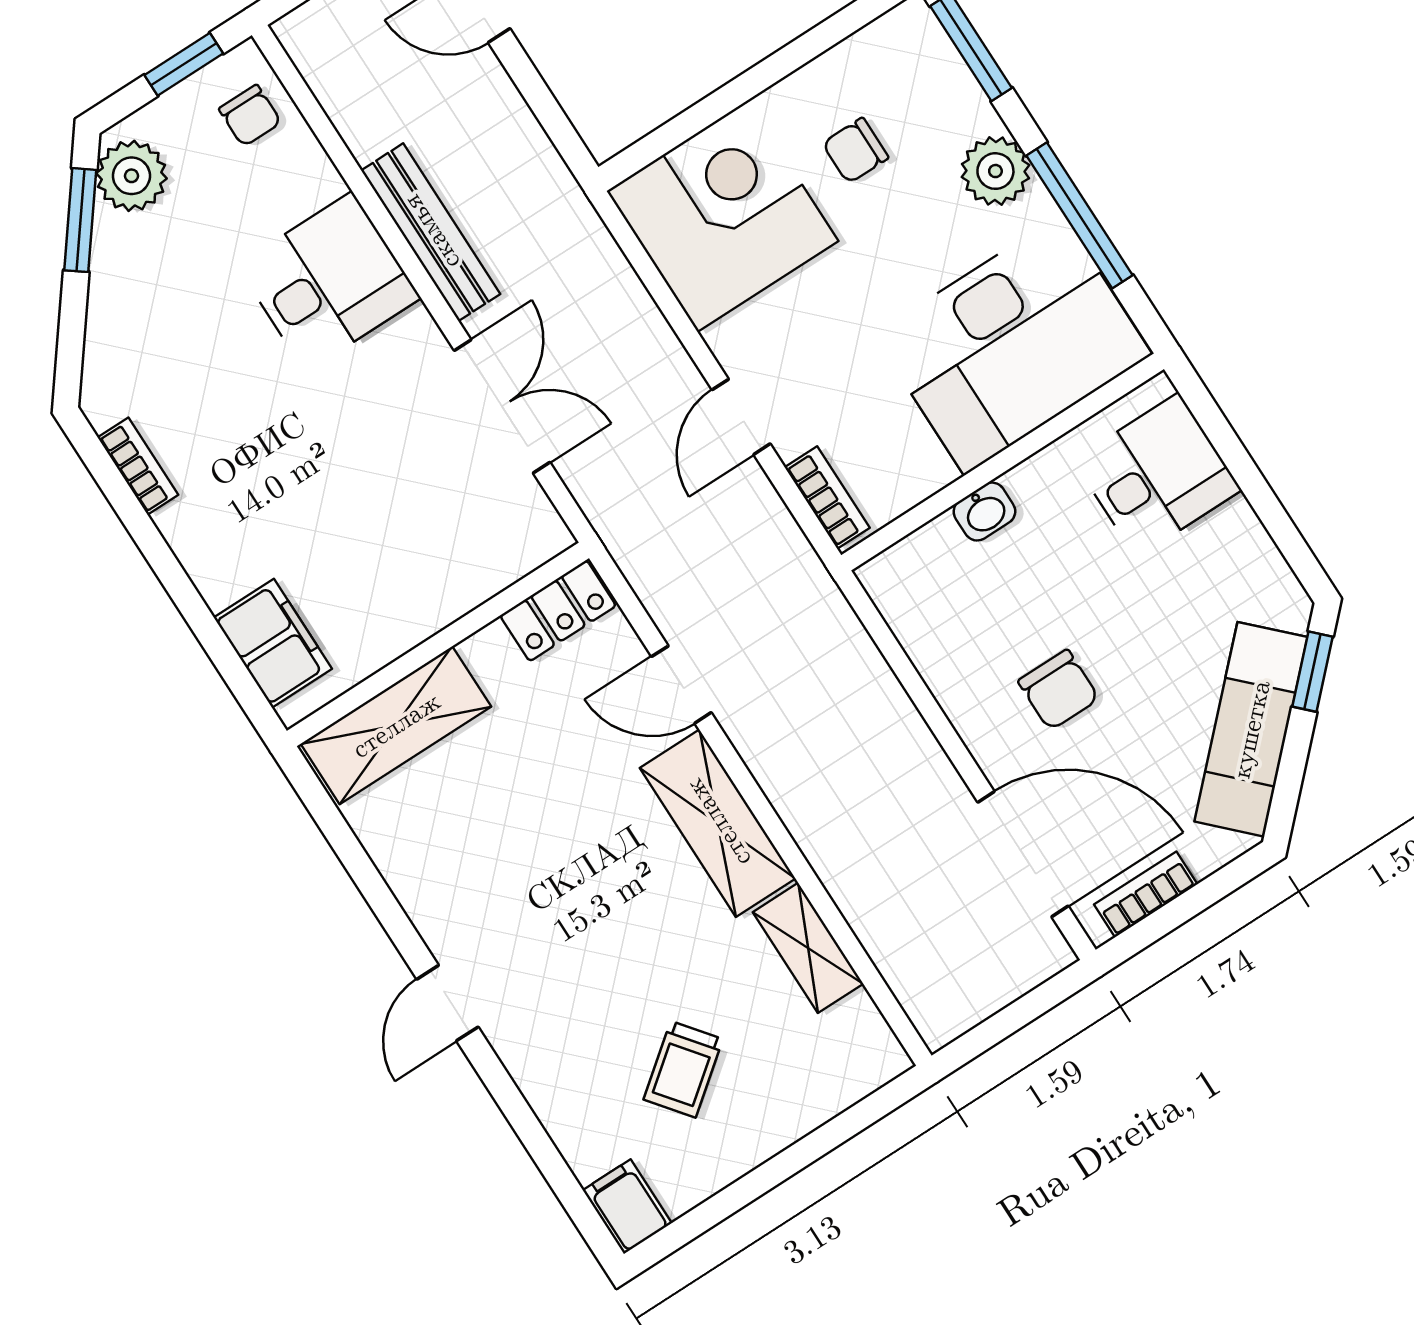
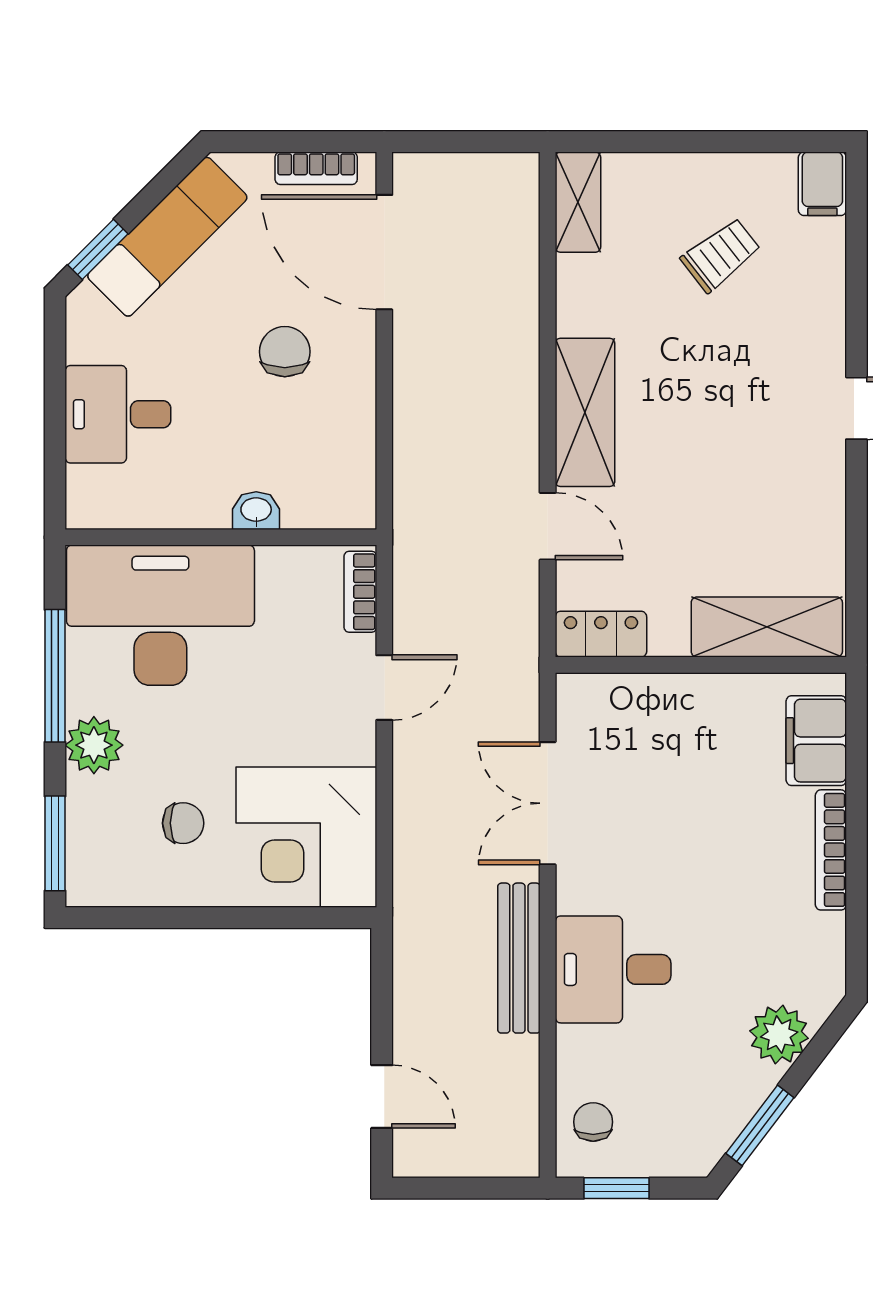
plant: (131, 176) -> (779, 1035), moved
bookcase: (138, 466) -> (831, 850), moved, width x1.56
desk: (1157, 475) -> (118, 414), moved
shelving: (808, 948) -> (578, 202), moved

